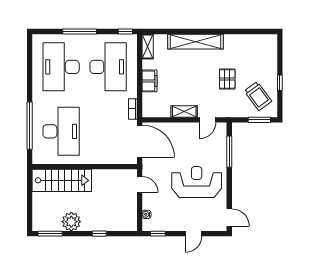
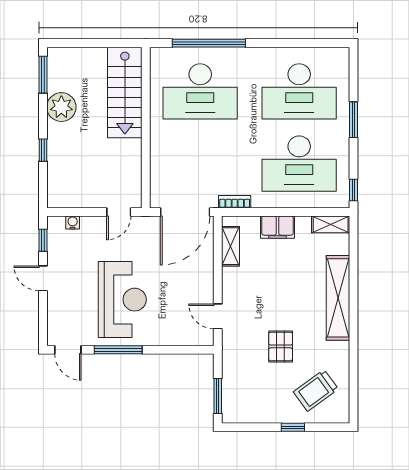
window: (80, 31) -> (353, 120), width x0.69
desk: (61, 67) -> (299, 91), turned 180
pallet: (227, 79) -> (281, 346), turned 90
window: (280, 83) -> (293, 427), moved
trolley: (258, 96) -> (316, 390), moved
shelving: (184, 112) -> (230, 246), moved
window: (229, 152) -> (118, 350), moved
door: (229, 217) -> (68, 350), hinge flipped
door: (194, 234) -> (43, 278), moved

